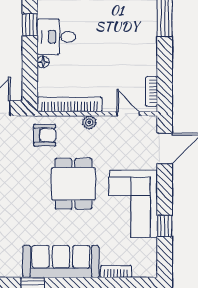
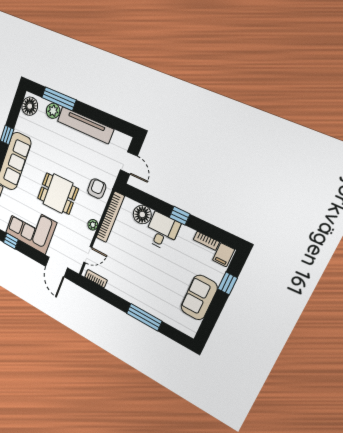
floor lamp: (43, 62) -> (142, 214), width x1.89, depth x1.89
armchair: (45, 135) -> (97, 189), turned 180

